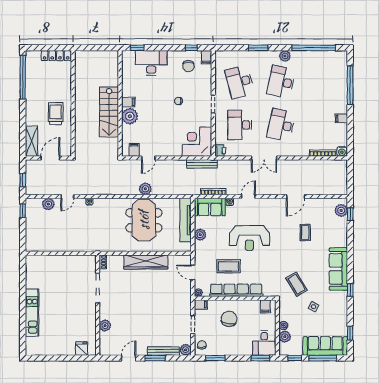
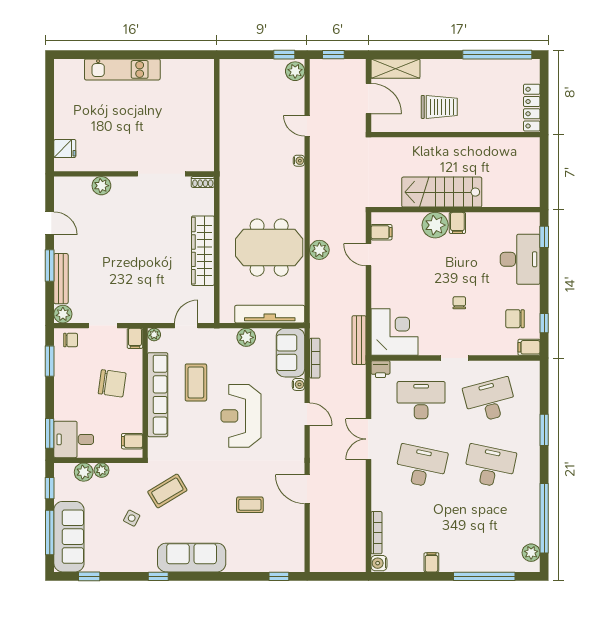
plant: (285, 56) -> (531, 553), moved
plant: (48, 204) -> (295, 71), moved
plant: (341, 210) -> (285, 562), removed

